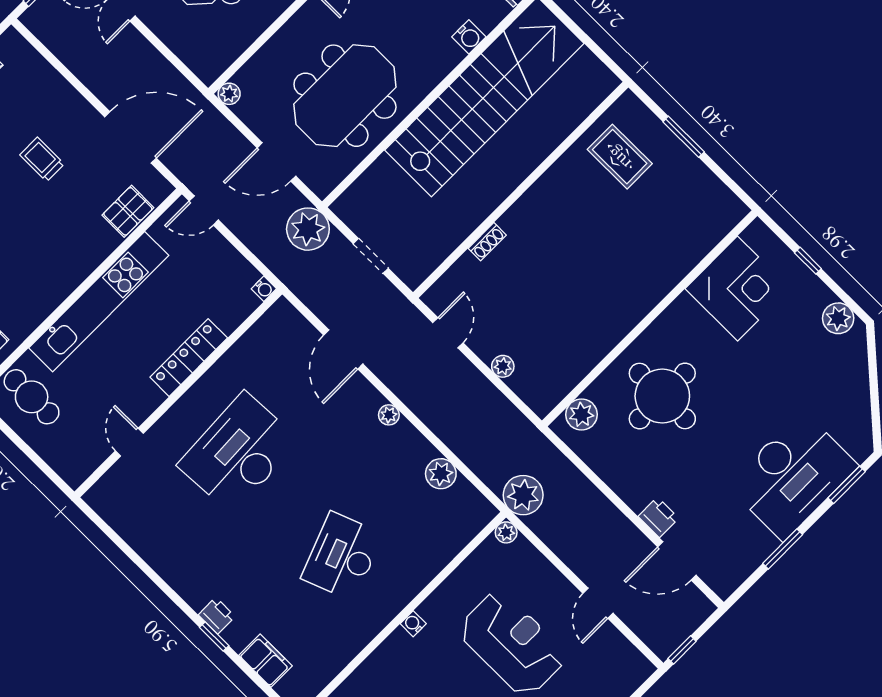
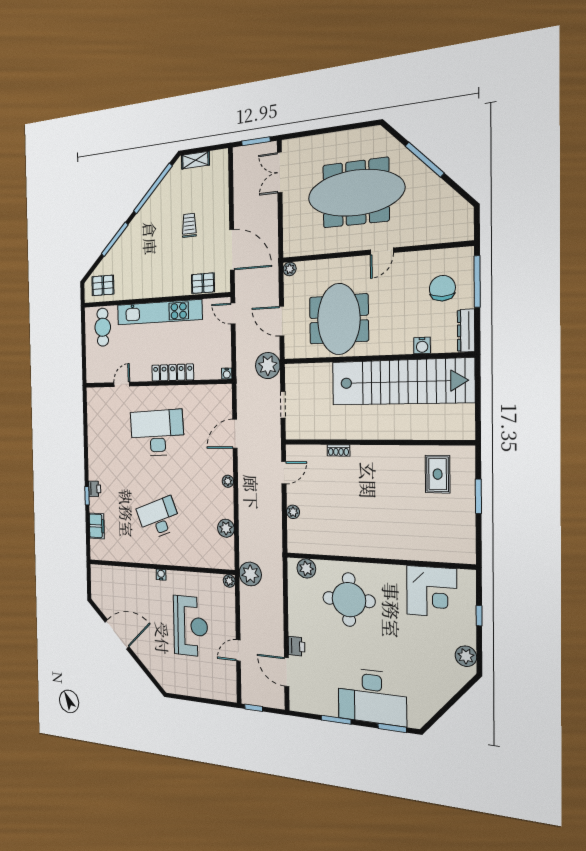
meeting table: (345, 96) -> (339, 319), turned 90

